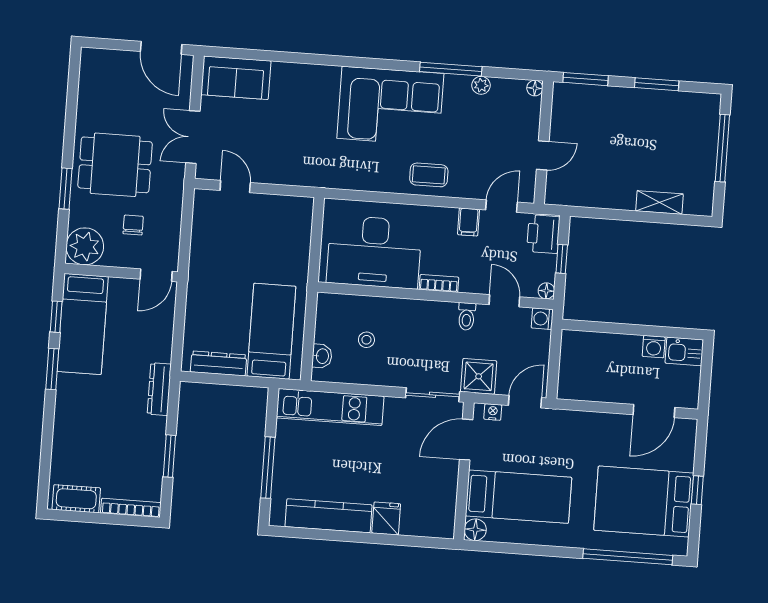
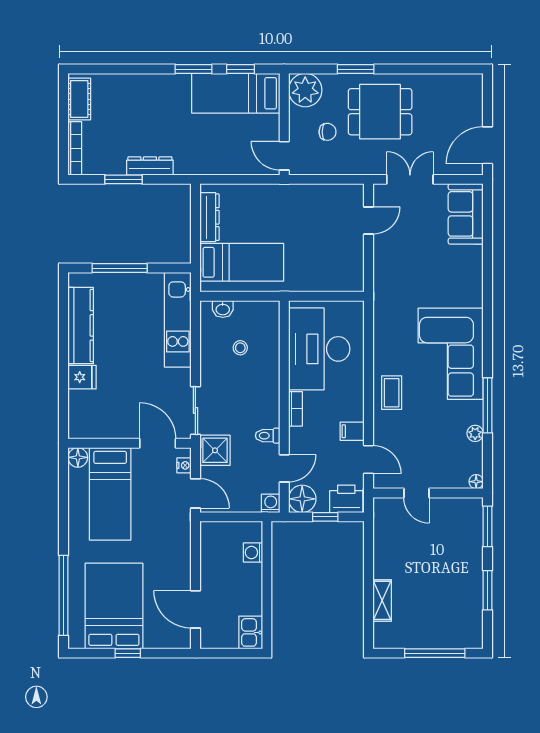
dining table: (115, 165) -> (380, 112), turned 90
floor lamp: (546, 291) -> (302, 499), width x1.89, depth x1.89
washing machine: (654, 347) -> (253, 552), moved
dresser: (159, 389) -> (150, 166), moved

